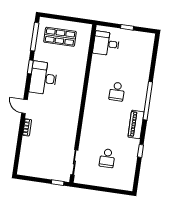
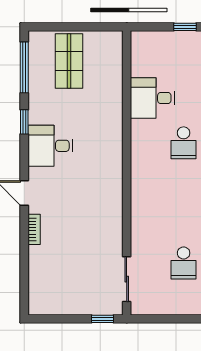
shop shelf: (60, 37) -> (69, 61), turned 90
desk: (106, 44) -> (152, 98), moved
desk: (43, 78) -> (50, 146), width x0.73

